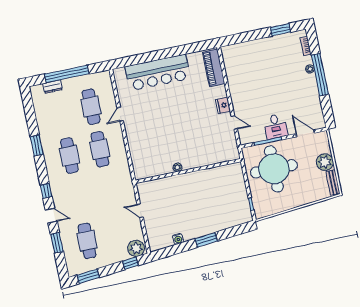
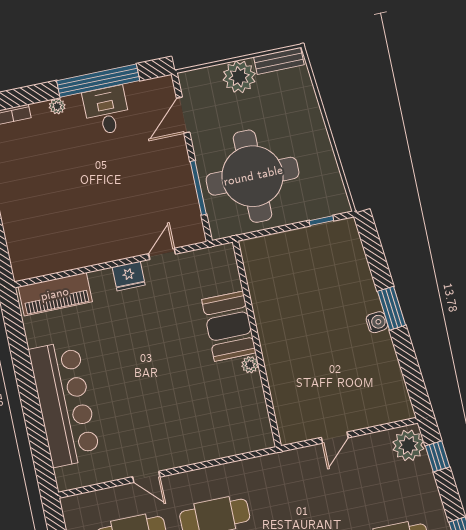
window: (320, 75) -> (98, 81), moved
desk: (276, 126) -> (106, 111), moved, turned -90
booth: (197, 157) -> (229, 326), added
water cooler: (178, 239) -> (377, 322), moved

